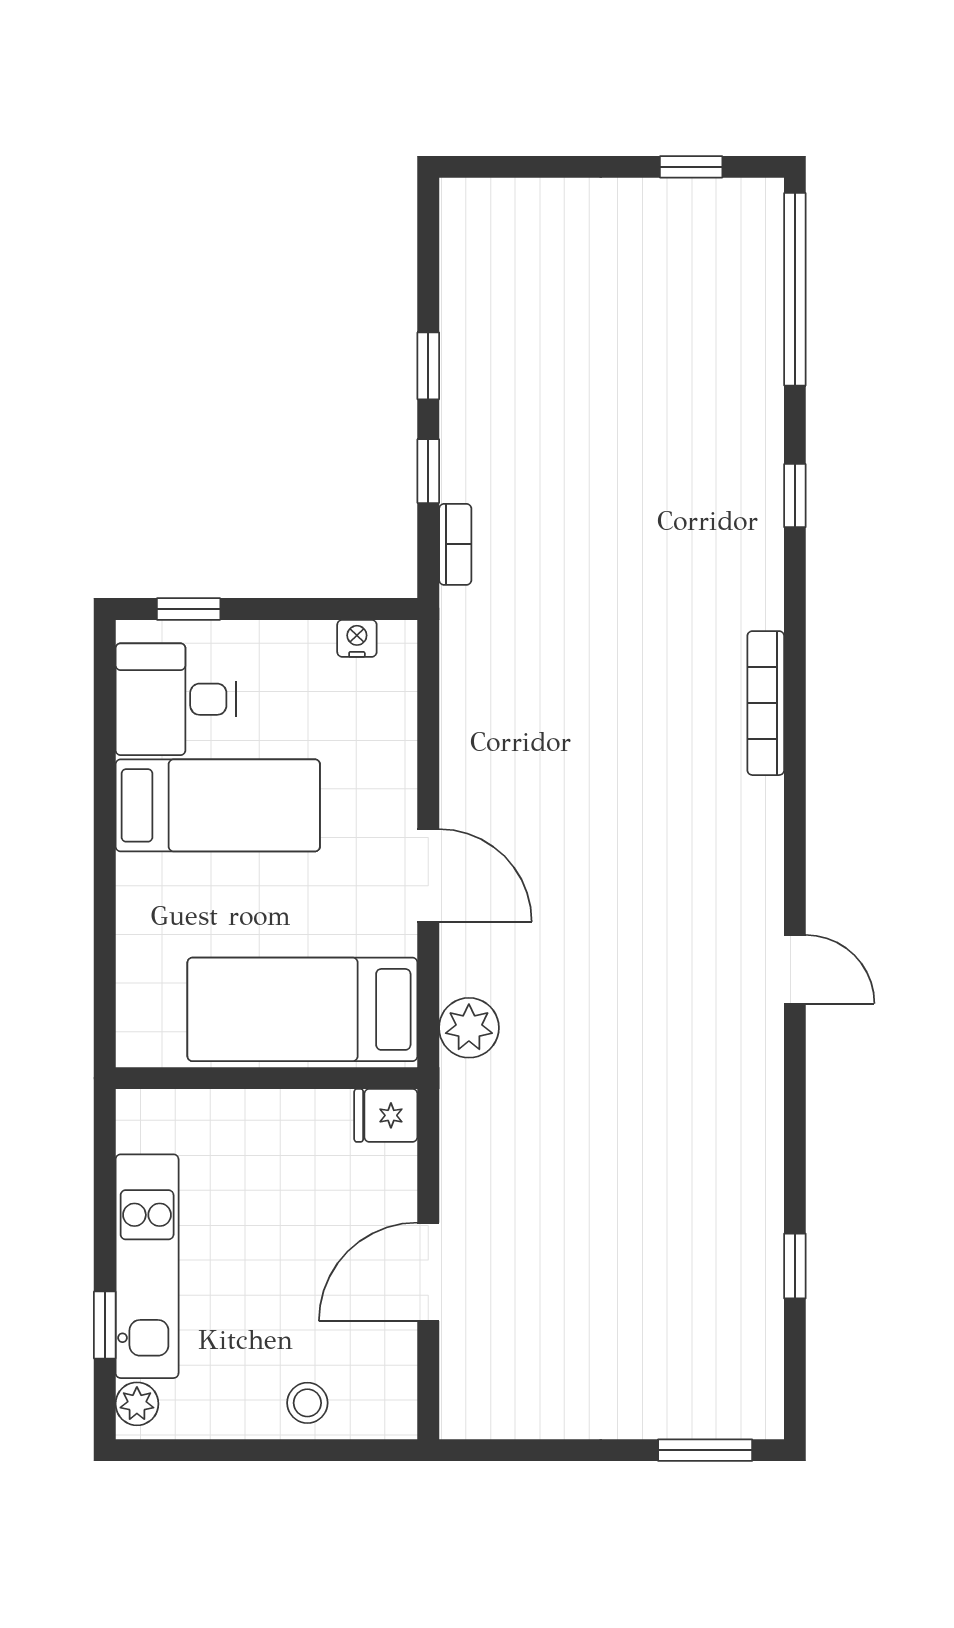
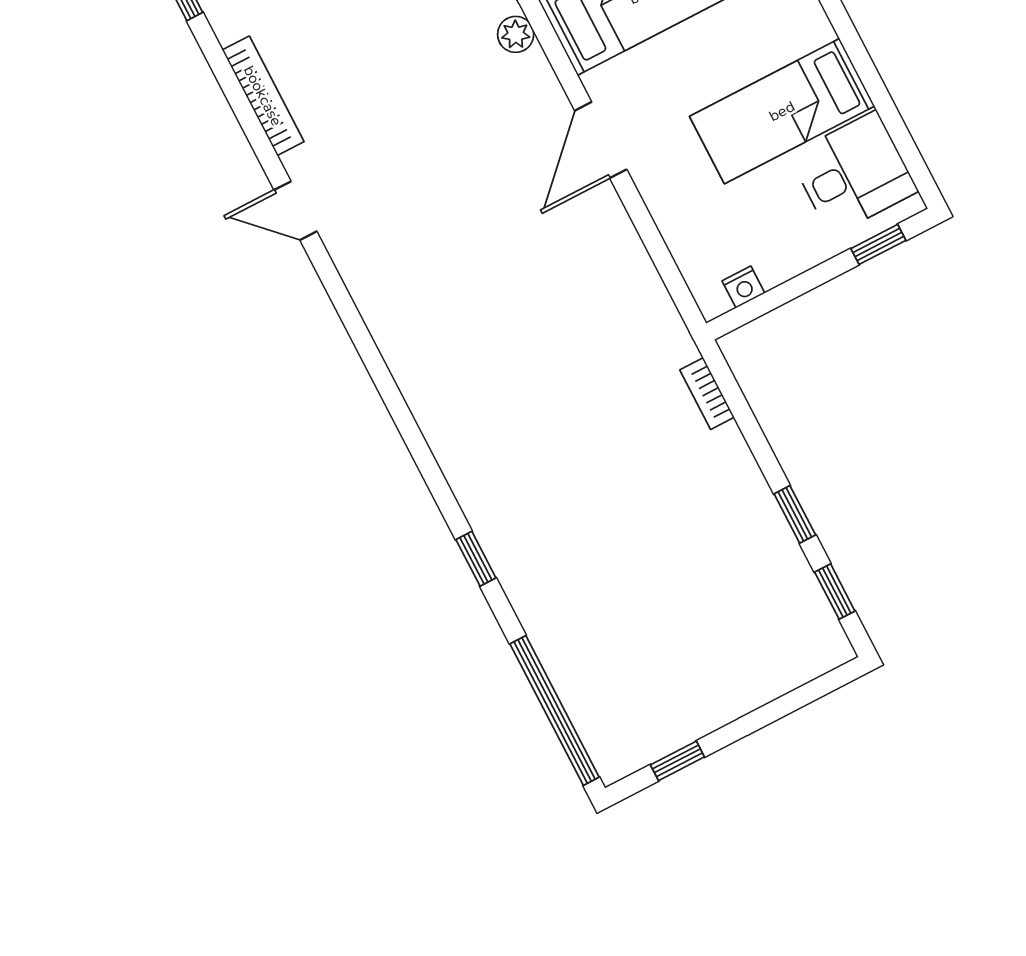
window: (428, 471) -> (835, 592), moved
bookcase: (766, 703) -> (263, 96), moved
door: (428, 875) -> (601, 140), hinge flipped
plant: (469, 1028) -> (516, 34), width x0.73, depth x0.73

